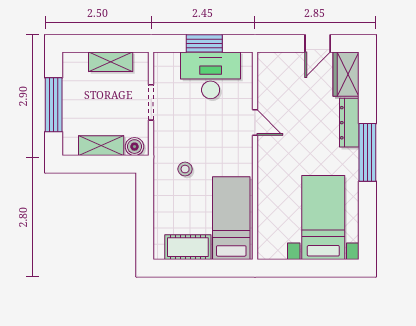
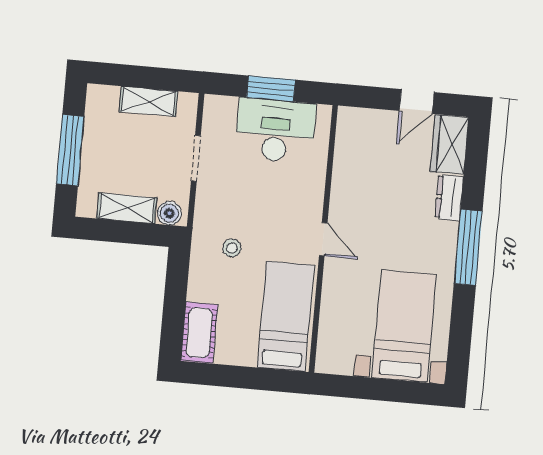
door: (255, 123) -> (323, 239), moved
dresser: (349, 123) -> (449, 198), width x0.70
cot: (188, 247) -> (199, 333), moved, turned 90

